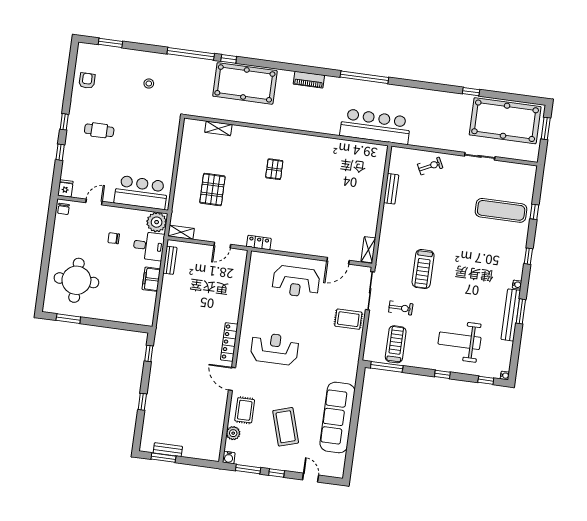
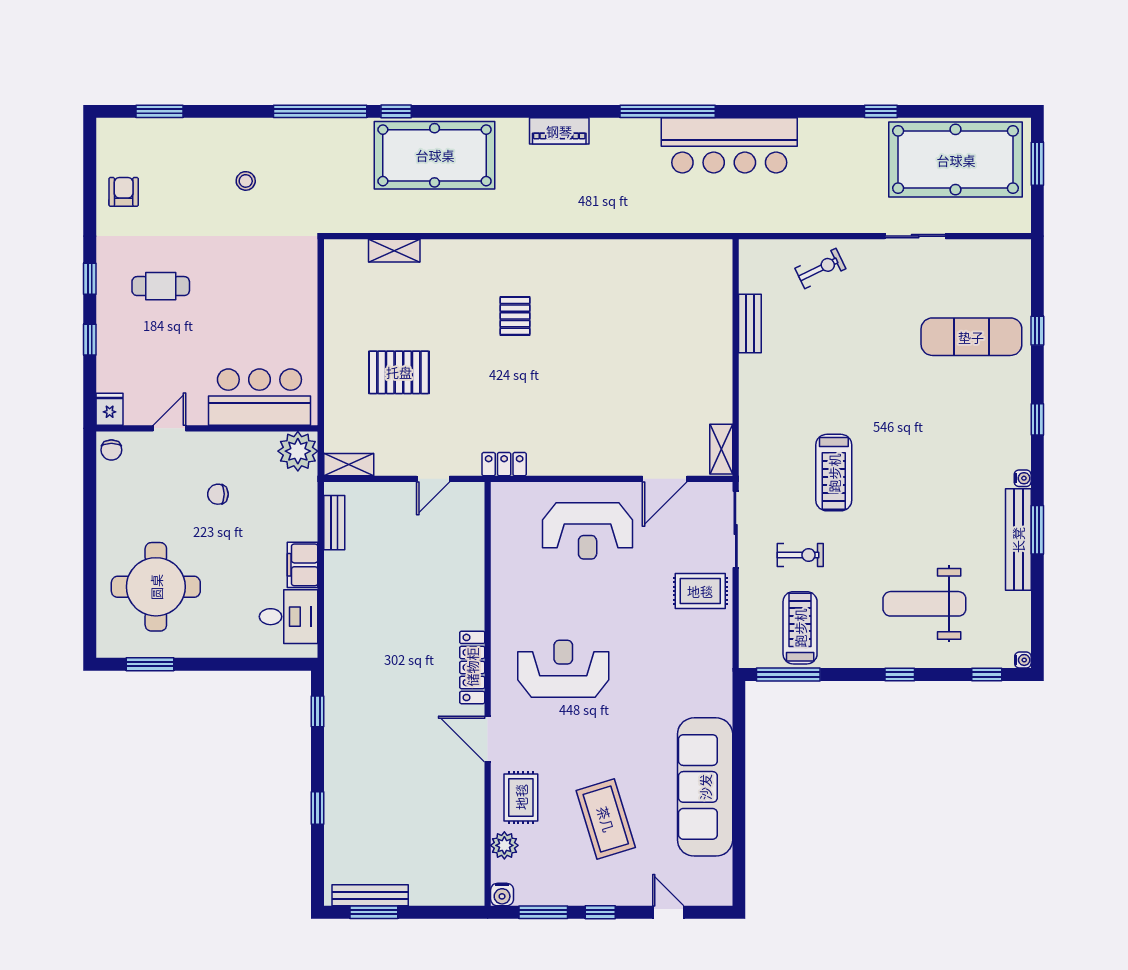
bar counter: (375, 127) -> (729, 145), moved, turned 180
pallet: (212, 190) -> (399, 372), turned 90
desk: (149, 246) -> (289, 617), moved
bench: (168, 450) -> (370, 895), width x1.36

